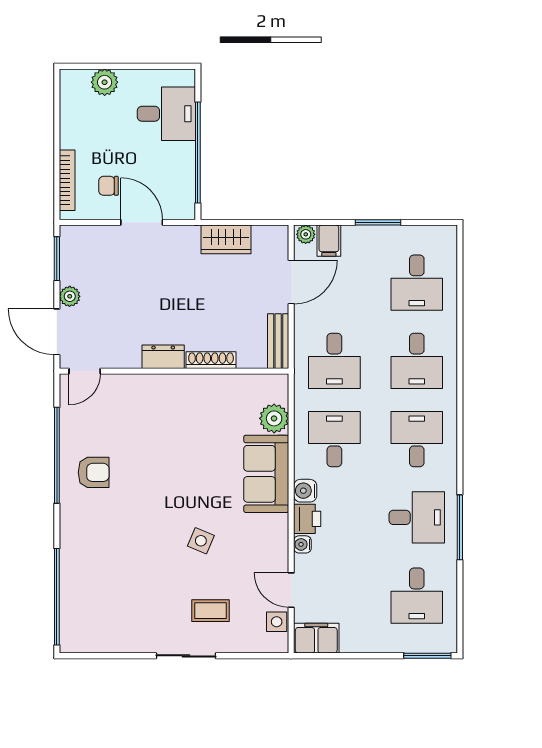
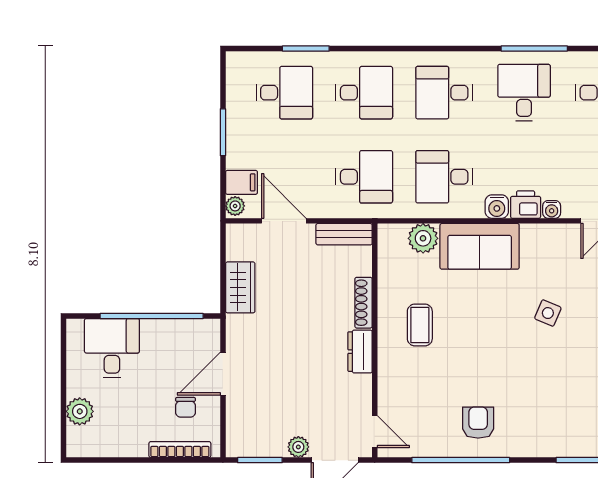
window: (460, 304) -> (306, 49), added
coffee table: (189, 415) -> (420, 325), added

